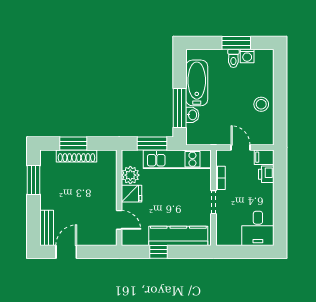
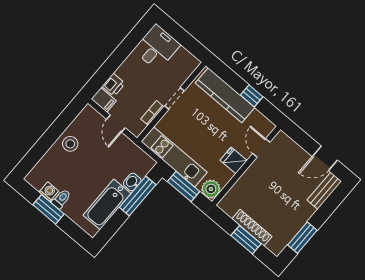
plant: (130, 175) -> (211, 189), moved

